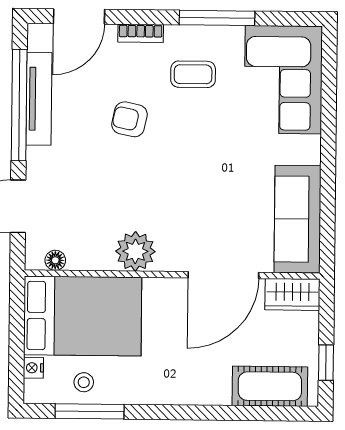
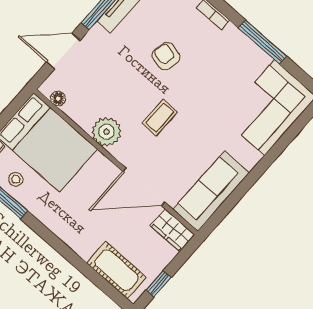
coffee table: (193, 74) -> (160, 118), moved, turned 90

